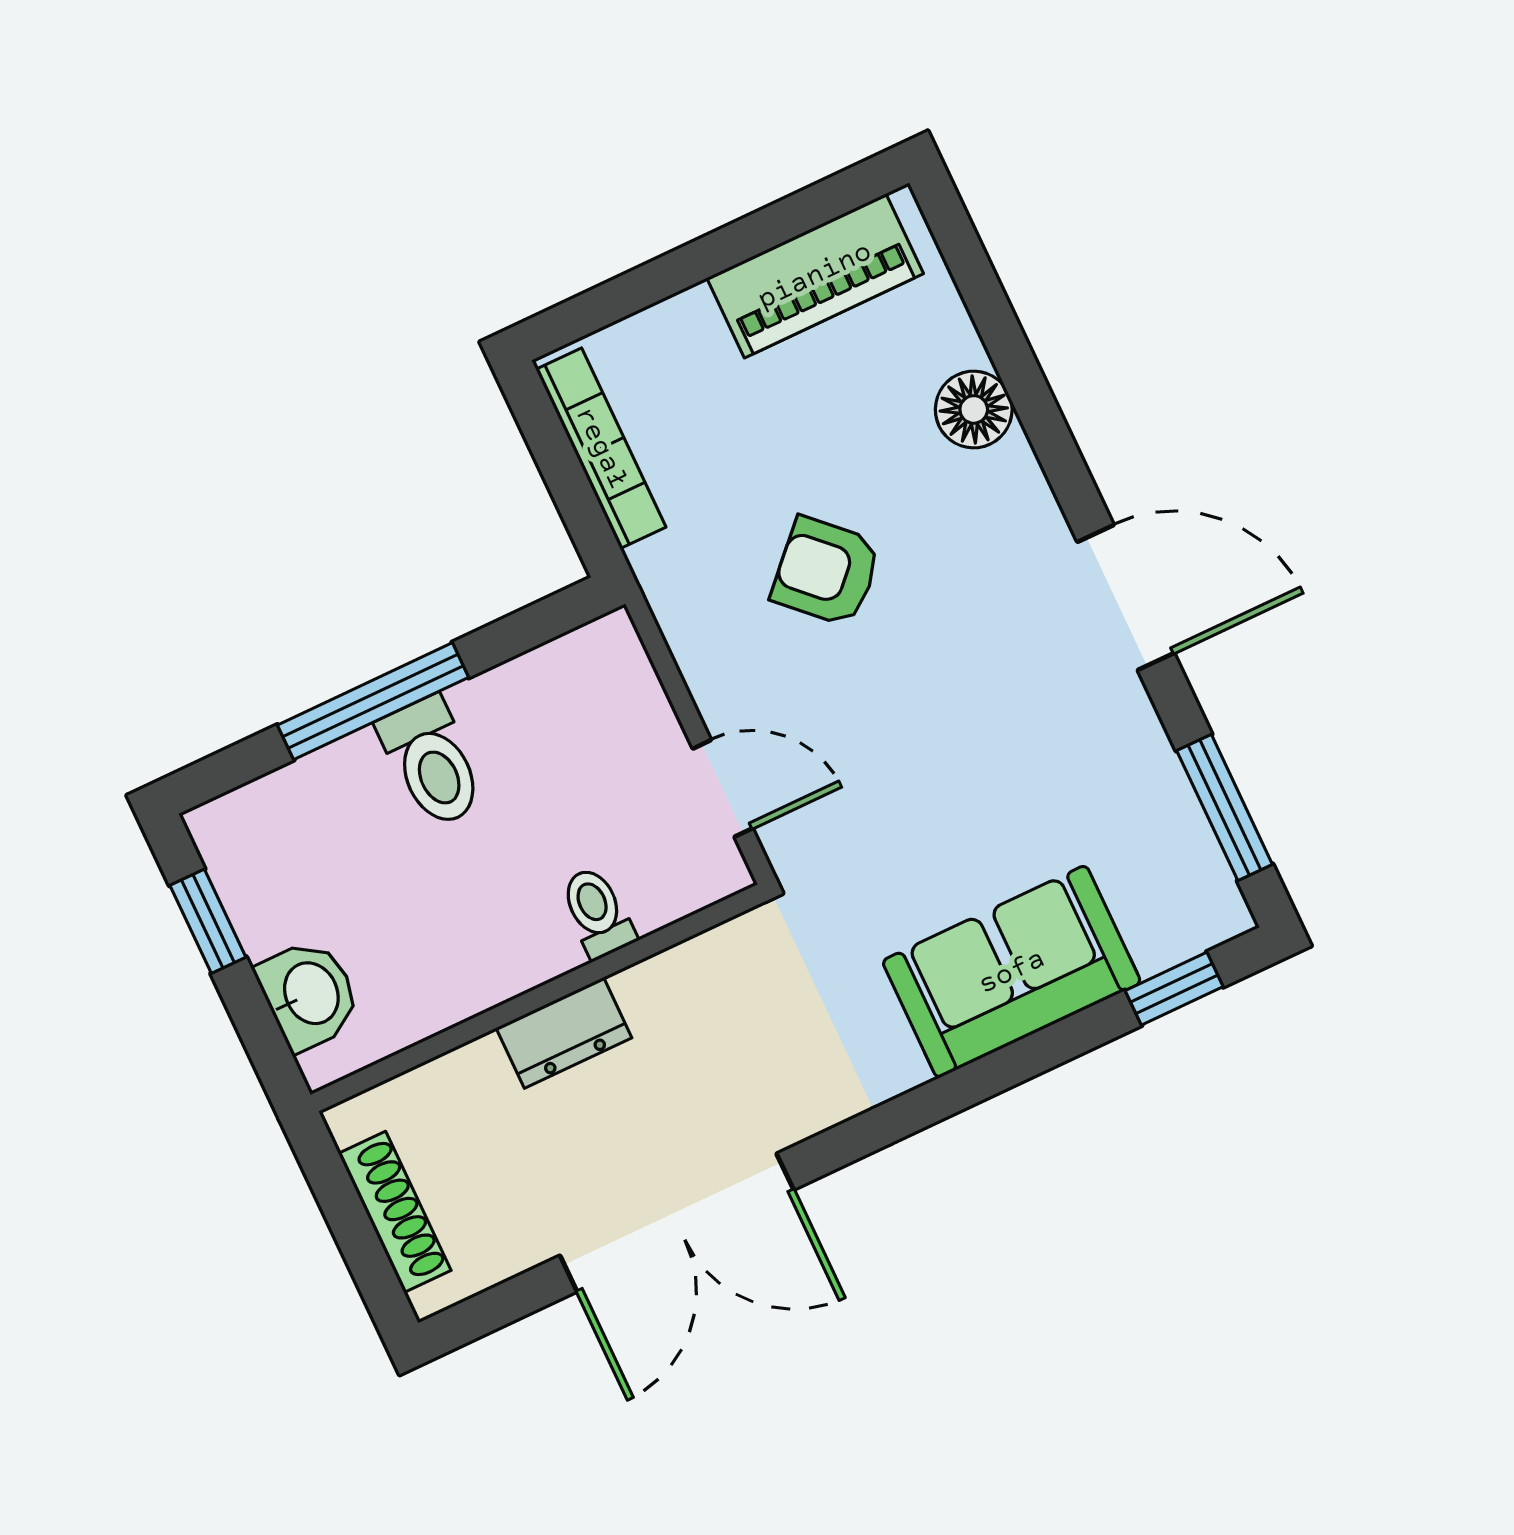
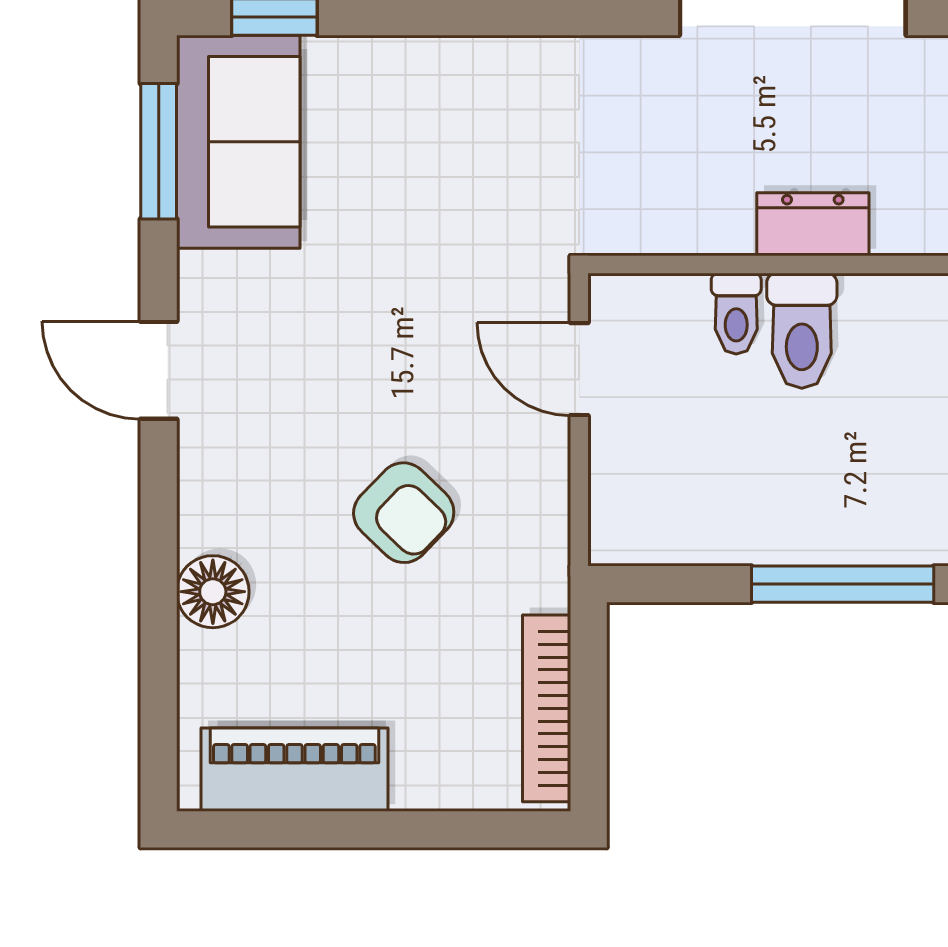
door: (1126, 598) -> (159, 370), width x0.73
toilet: (432, 762) -> (802, 331), moved, turned 180
sofa: (1012, 972) -> (238, 142), moved, turned -90

